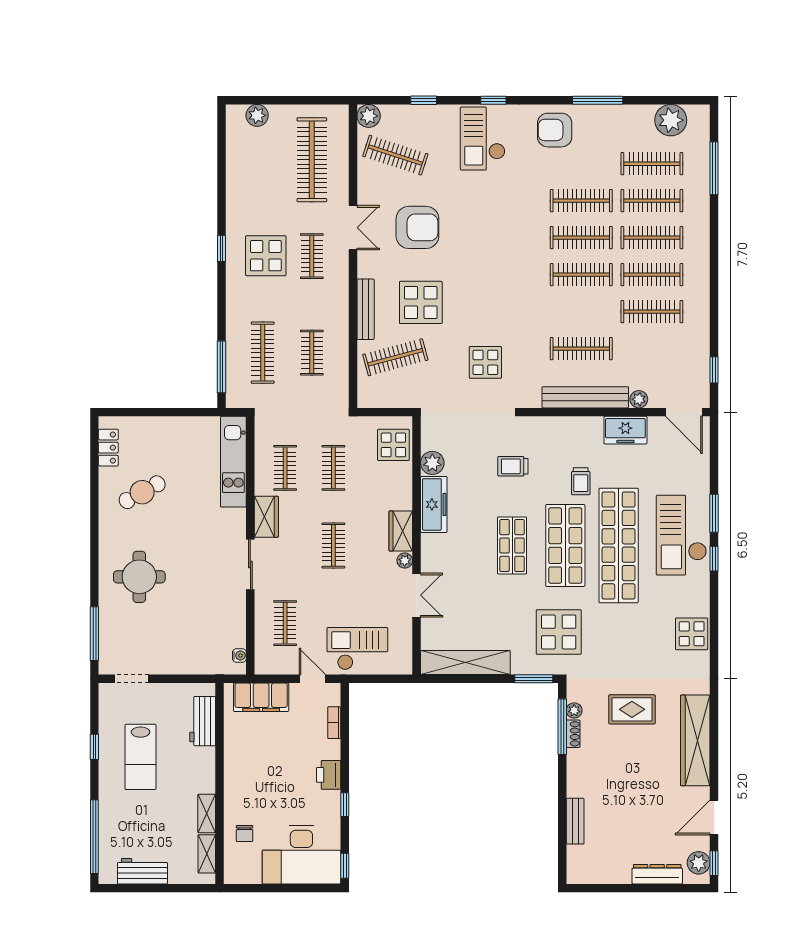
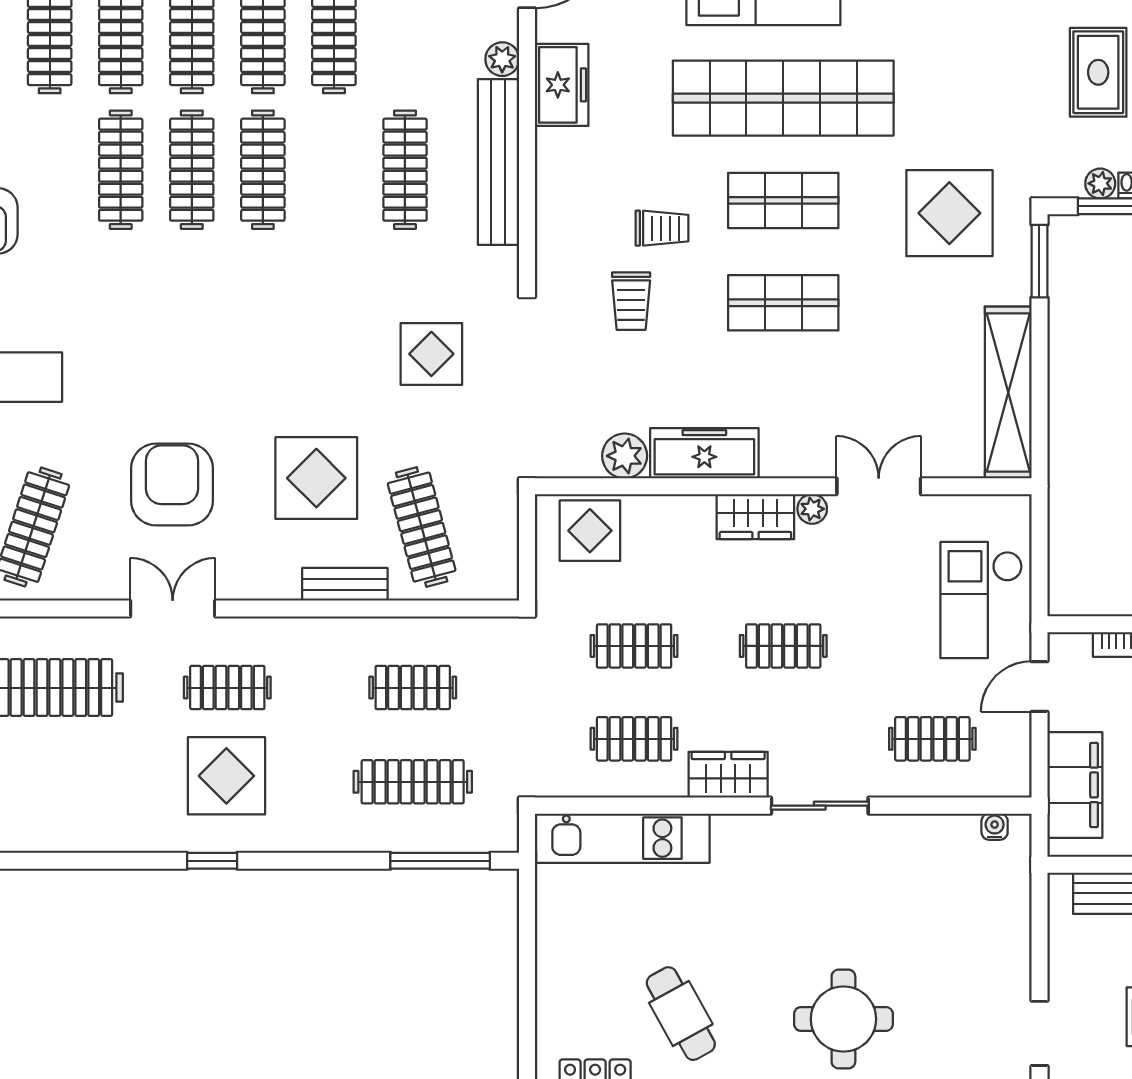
bench: (366, 309) -> (345, 584), width x0.73
trolley: (581, 481) -> (662, 228), moved
shop shelf: (565, 545) -> (783, 200), width x0.70, depth x0.74

